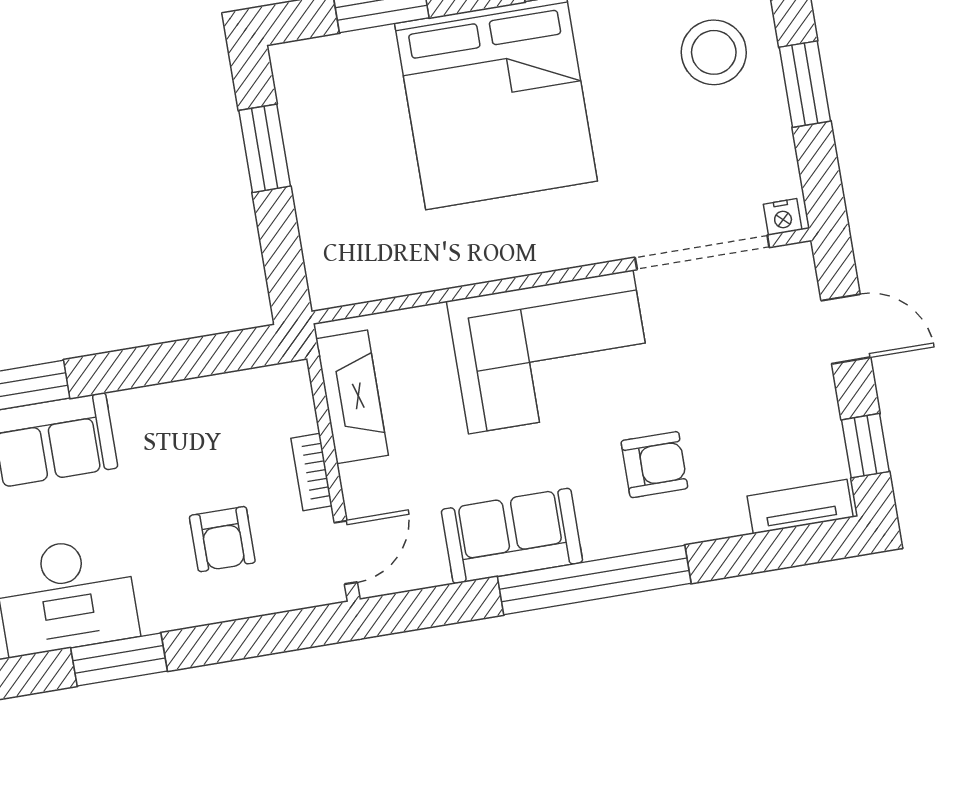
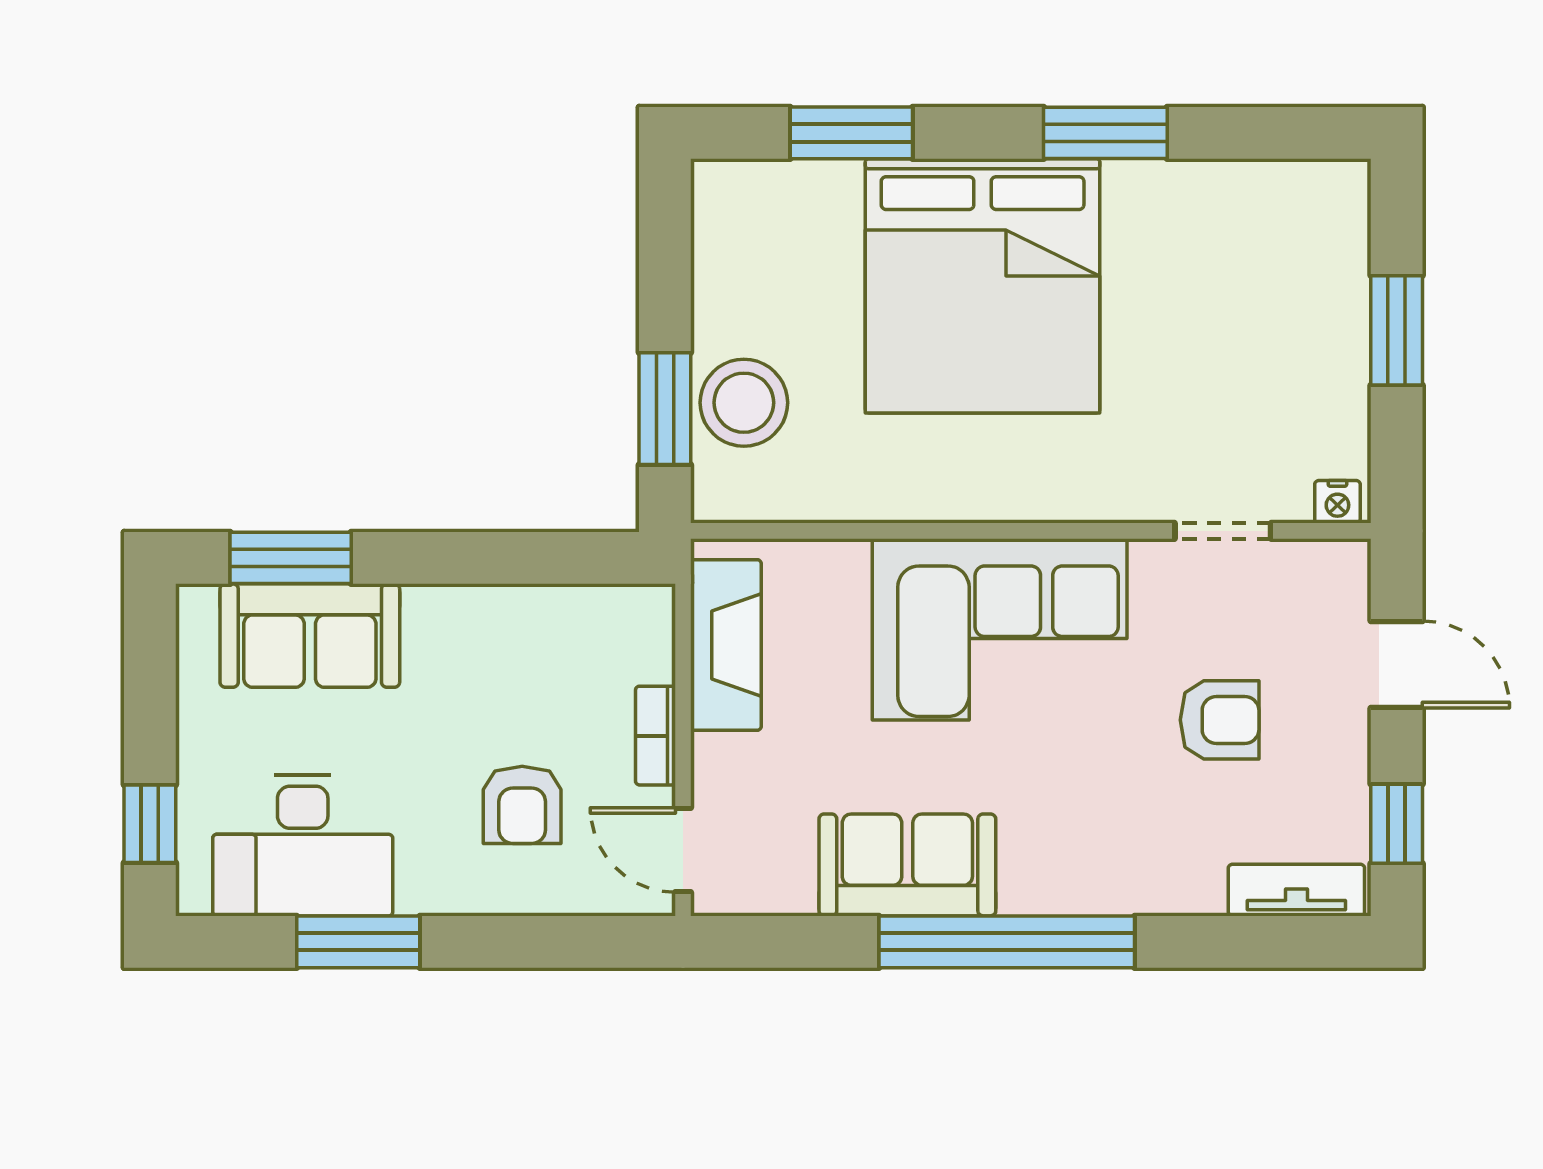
stool: (714, 52) -> (744, 403), moved
window: (265, 148) -> (665, 409), moved
doorway: (702, 252) -> (1223, 531), width x0.53
armchair: (654, 465) -> (1220, 720), moved
door: (346, 552) -> (683, 850), swing flipped

